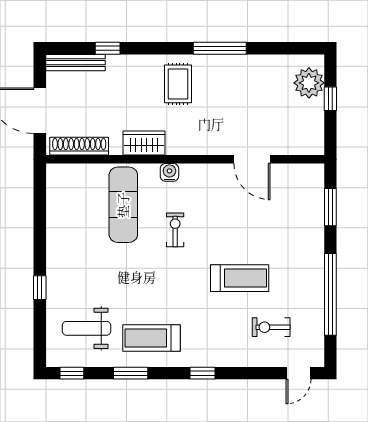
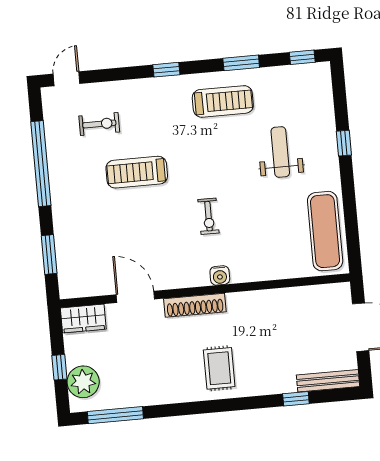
window: (220, 48) -> (115, 415), moved
wardrobe: (144, 143) -> (83, 319), moved
shoe rack: (79, 146) -> (195, 305), moved
exercise mat: (123, 205) -> (325, 231), moved
weight bench: (87, 328) -> (280, 152), moved, turned -90

